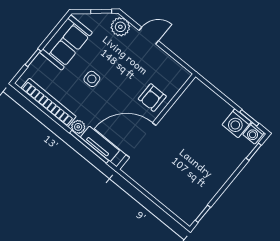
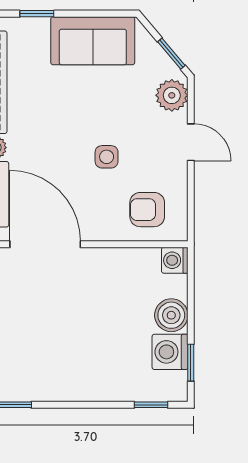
side table: (92, 79) -> (107, 157), moved
armchair: (152, 98) -> (147, 210), moved
boiler: (220, 109) -> (171, 315), added
washing machine: (254, 134) -> (175, 260), moved

